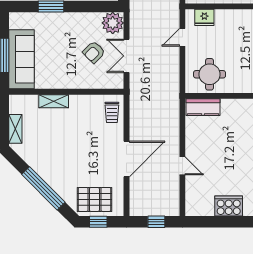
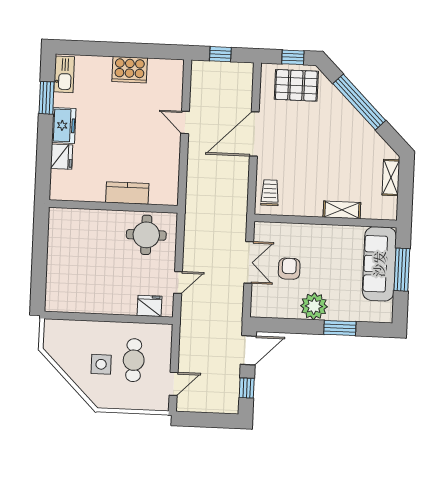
plant: (113, 23) -> (314, 306), moved
armchair: (94, 52) -> (289, 269), turned -45
kitchen counter: (203, 107) -> (127, 193), moved

